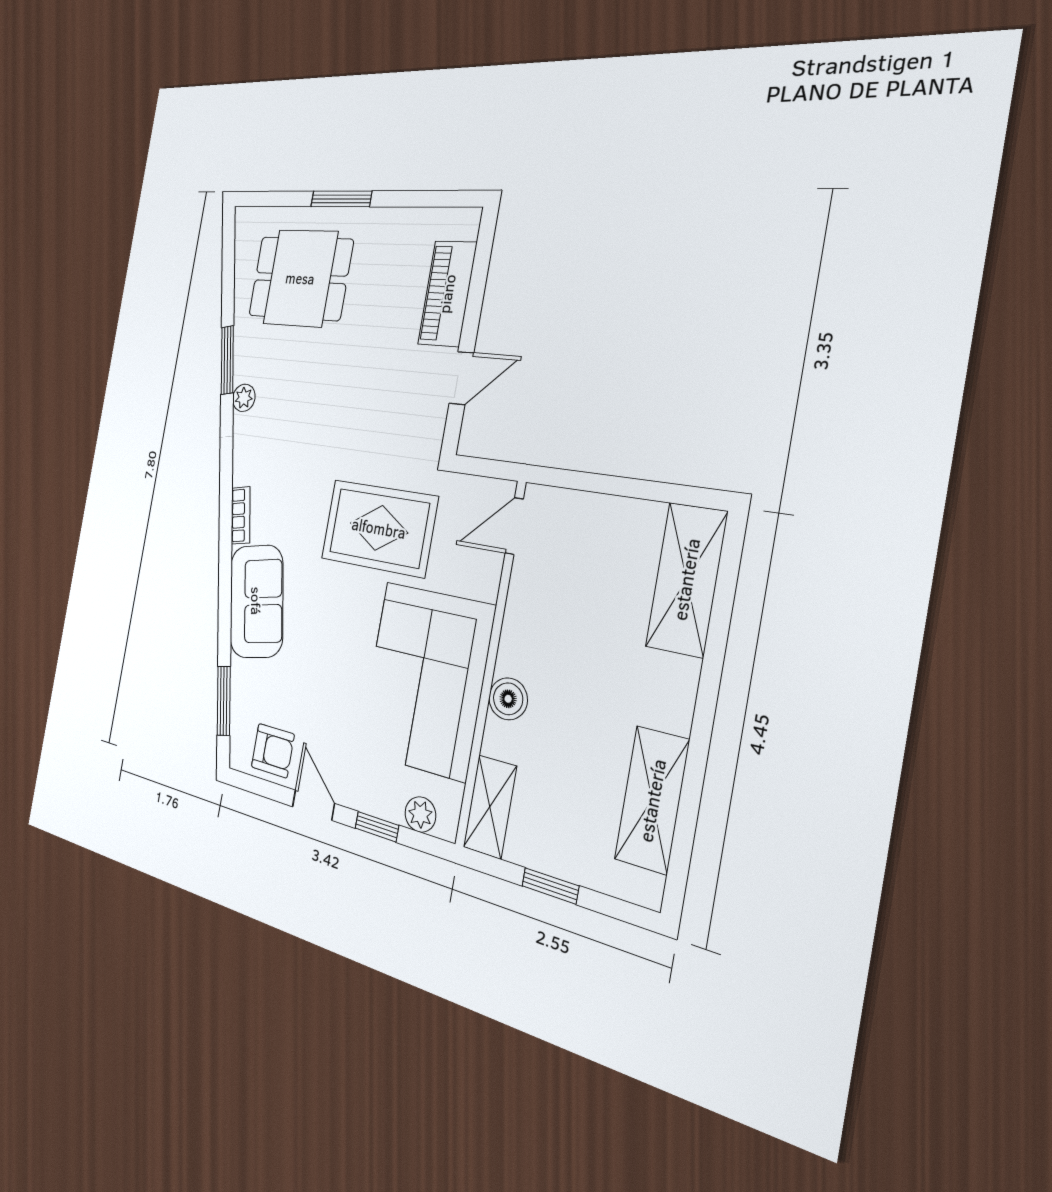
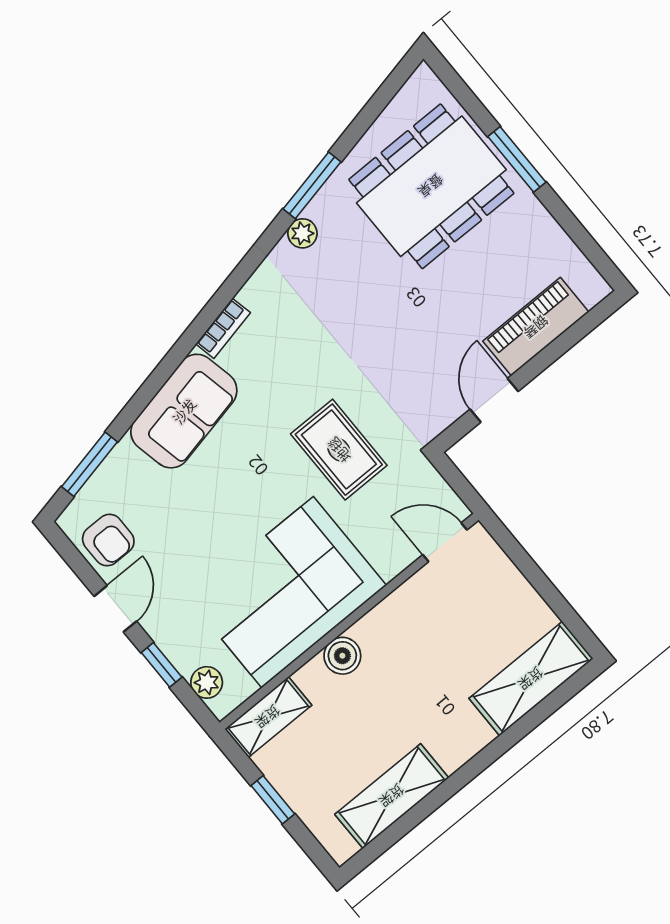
dining table: (300, 278) -> (431, 186), width x1.37
door: (461, 378) -> (494, 400), swing flipped
rug: (379, 528) -> (339, 450), width x0.73, depth x0.70

